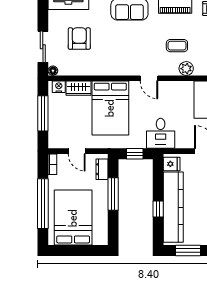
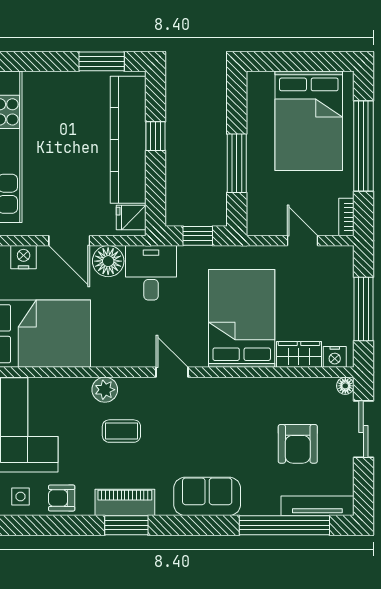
floor lamp: (184, 140) -> (108, 261), added
dresser: (102, 169) -> (257, 208), removed

